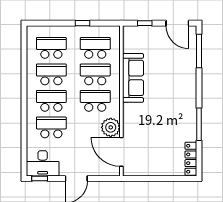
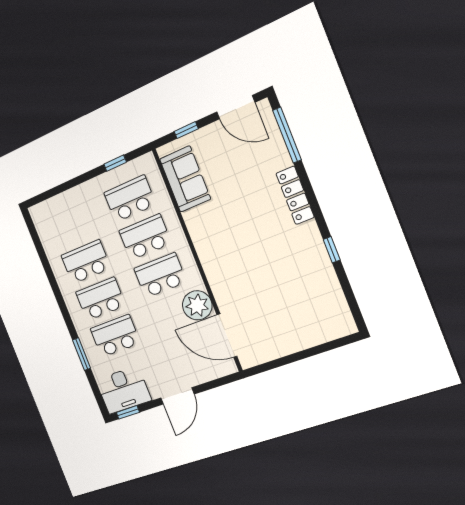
window: (82, 23) -> (115, 163), moved
school desk: (51, 48) -> (71, 225), removed
sofa: (133, 78) -> (185, 179), moved, width x0.73
window: (199, 124) -> (332, 250), width x0.46
window: (24, 131) -> (82, 354), added
locker: (191, 159) -> (295, 195), moved

